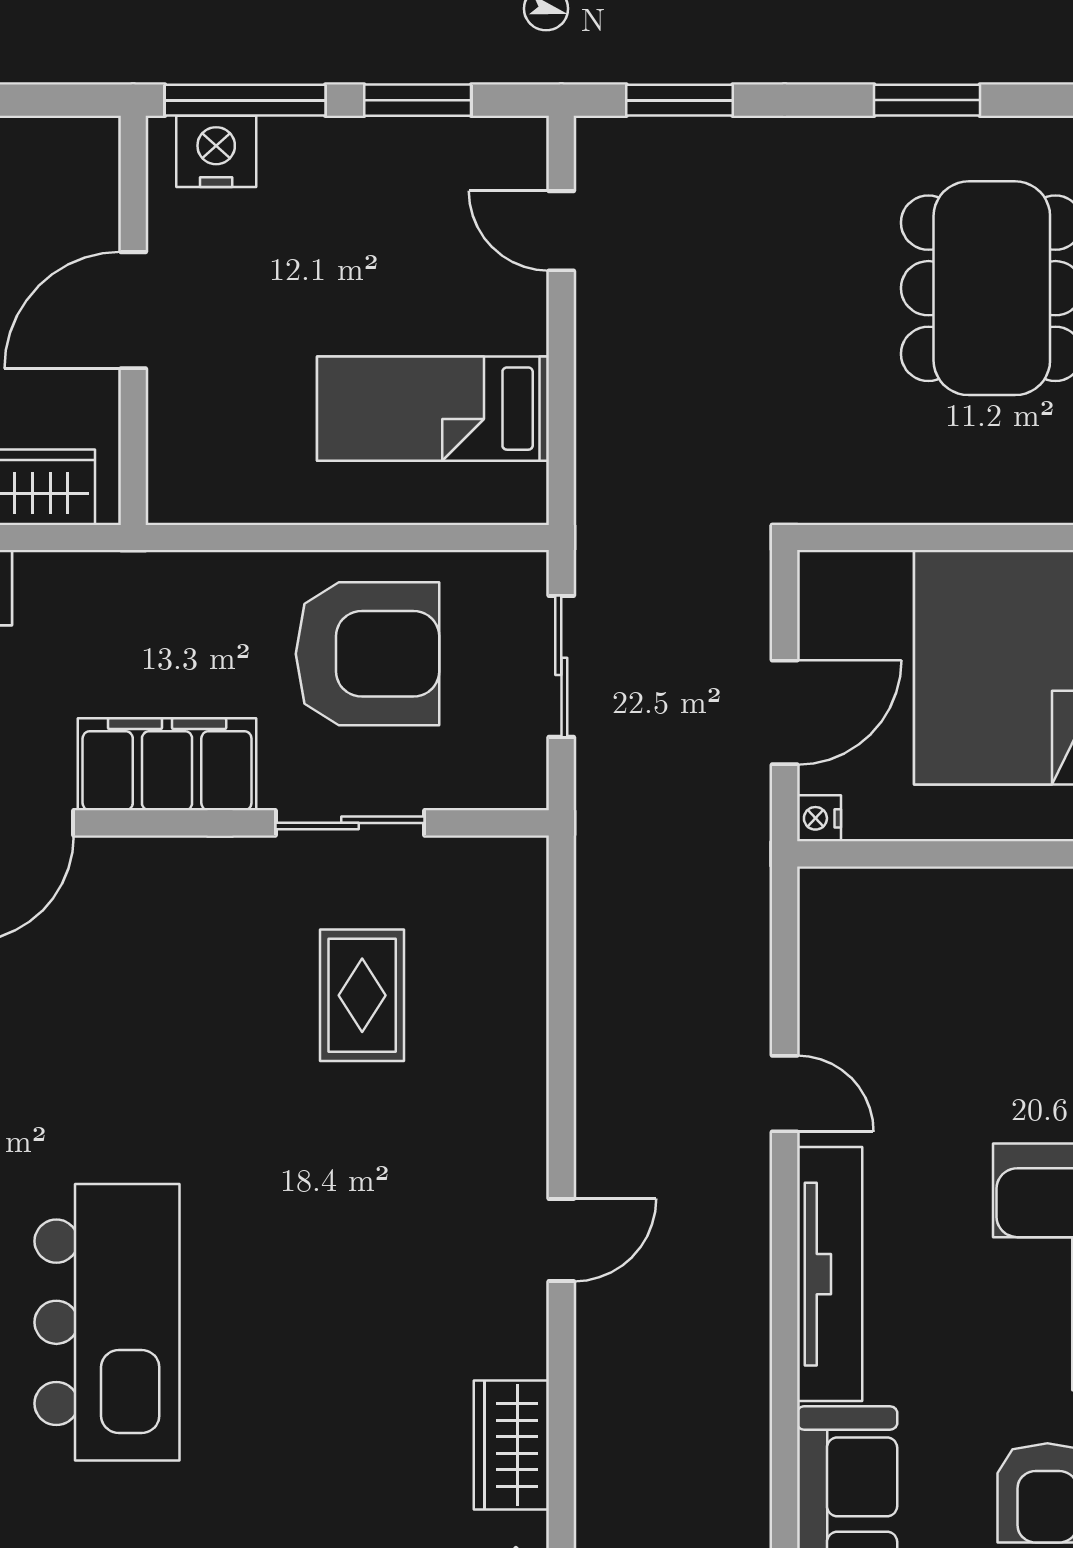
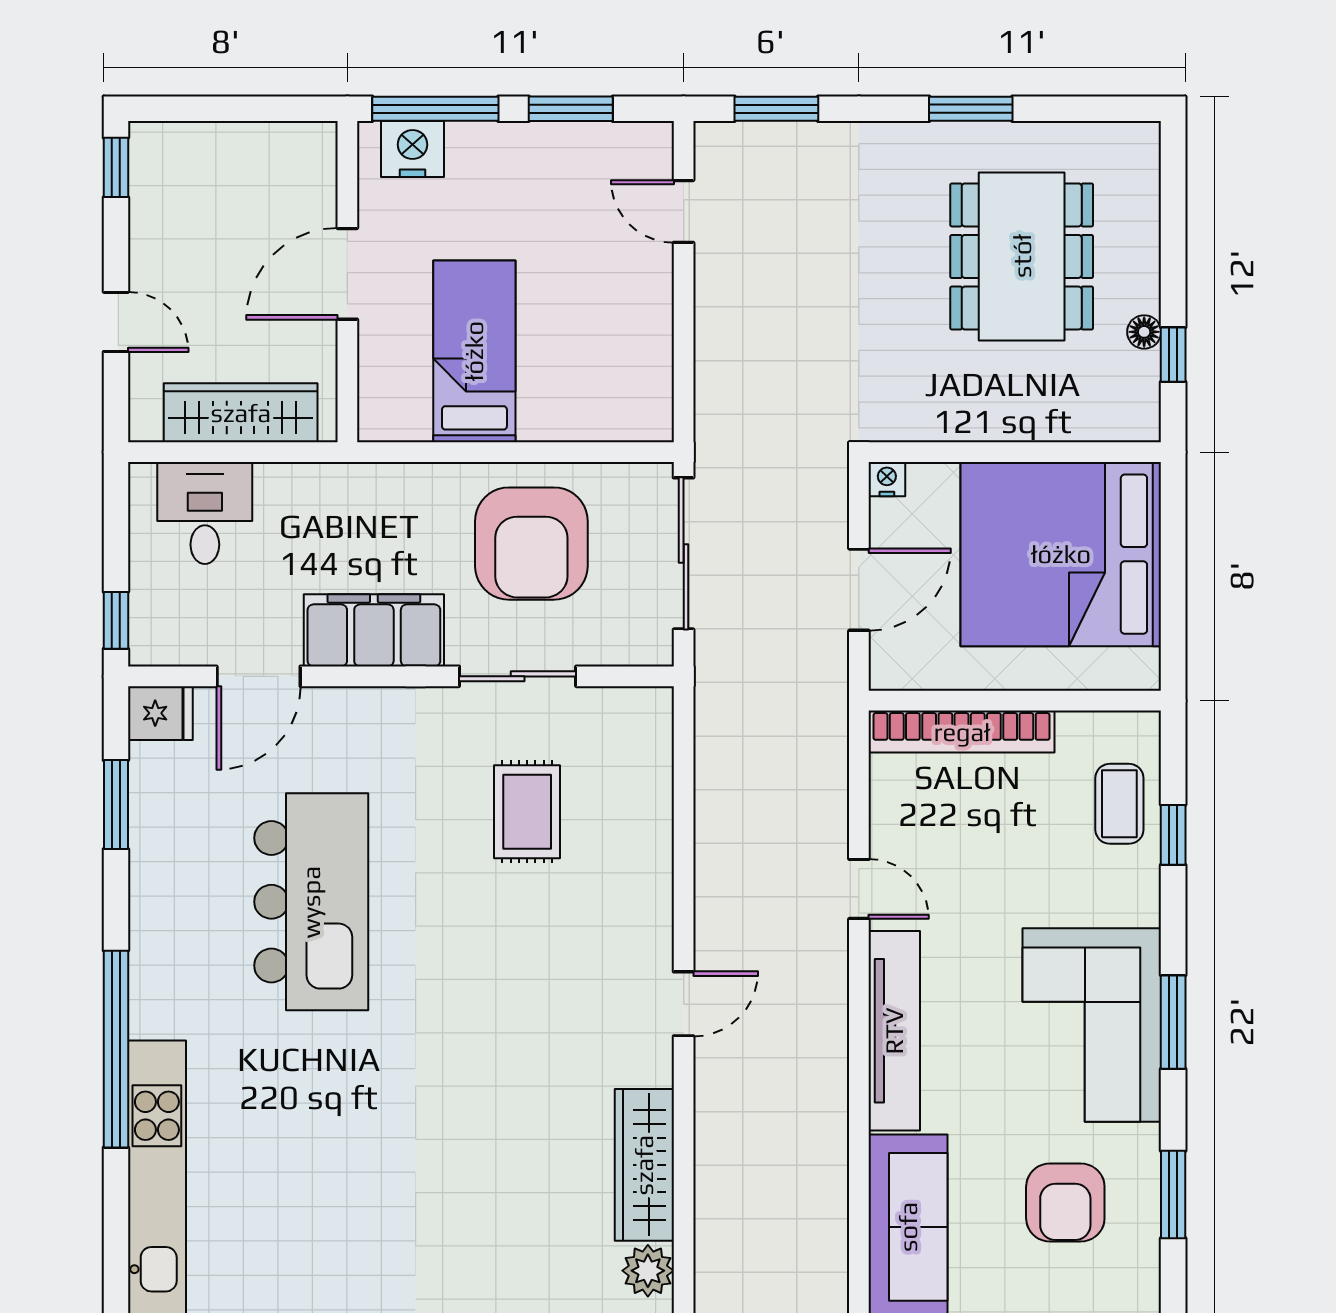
bed: (433, 409) -> (474, 351), moved, turned 90
armchair: (368, 654) -> (531, 544), turned 90
sliding door: (561, 666) -> (684, 553), width x1.37
nightstand: (819, 818) -> (887, 479), moved, turned 90
bookcase: (915, 893) -> (962, 732), added
kitchen island: (107, 1322) -> (311, 902), moved
wardrobe: (511, 1445) -> (644, 1165), width x1.50

